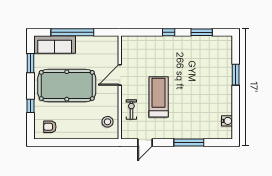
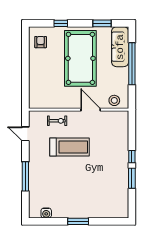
window: (202, 32) -> (132, 178), moved
window: (236, 75) -> (78, 221), moved
stool: (107, 122) -> (114, 100), moved

